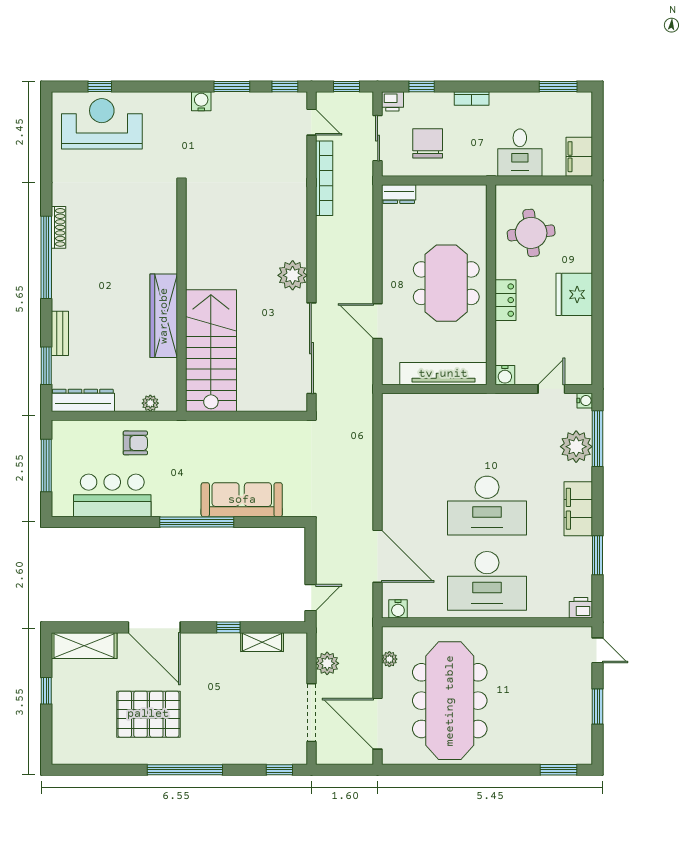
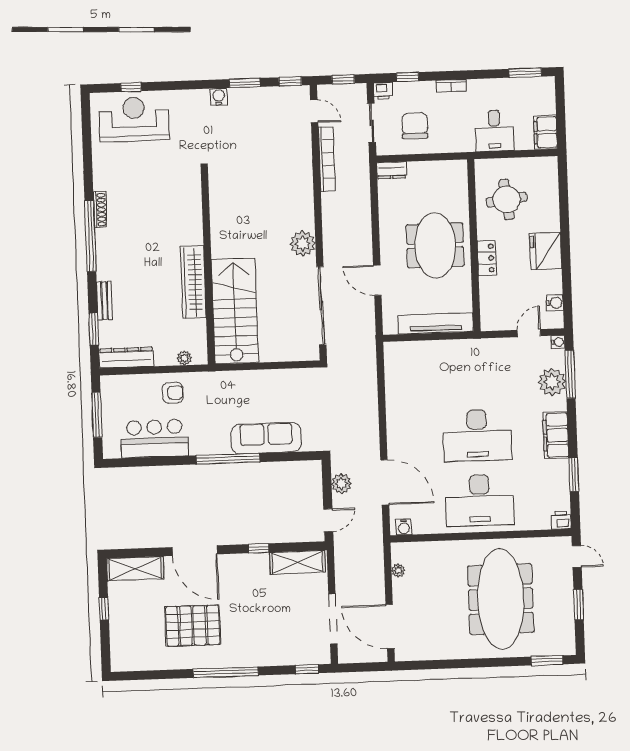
water cooler: (505, 375) -> (555, 303), moved, turned -90
shelving: (262, 642) -> (297, 562), width x1.50, depth x1.33
plant: (327, 663) -> (341, 484), moved
meeting table: (450, 701) -> (501, 599), moved

